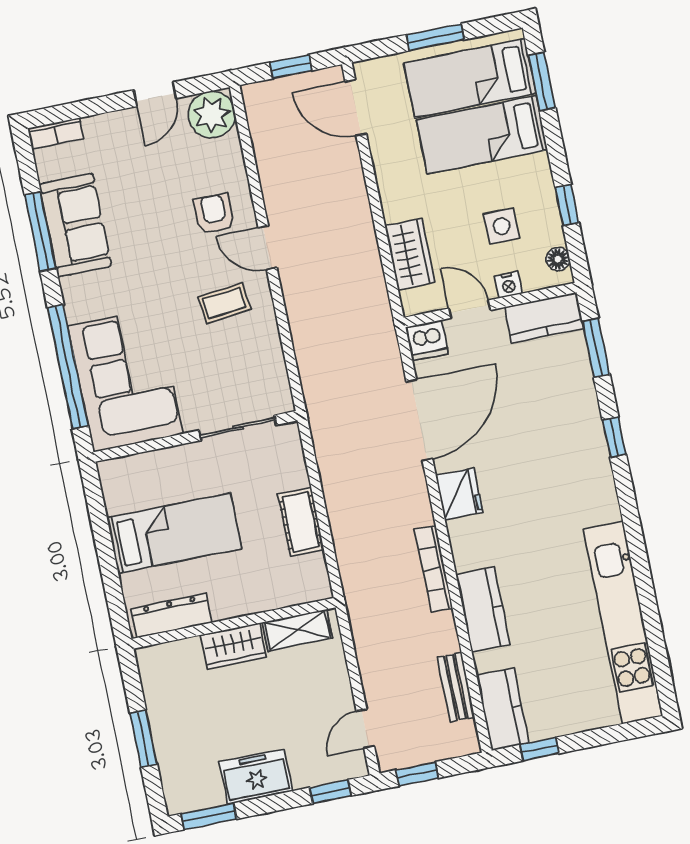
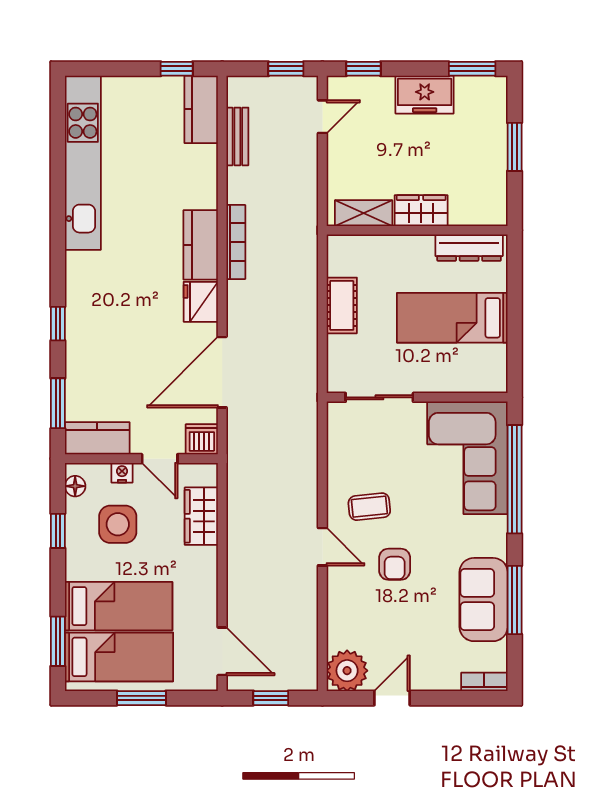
armchair: (214, 214) -> (395, 564), moved
side table: (502, 226) -> (118, 524), width x1.37, depth x1.37
kitchen counter: (483, 609) -> (201, 245), moved

